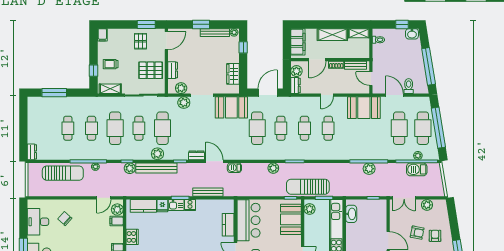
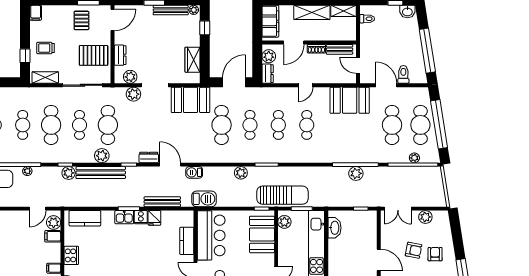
barbecue: (417, 169) -> (204, 199), moved, turned 180
sun lounger: (308, 187) -> (282, 195), turned 180
fridge: (162, 206) -> (154, 218), moved

